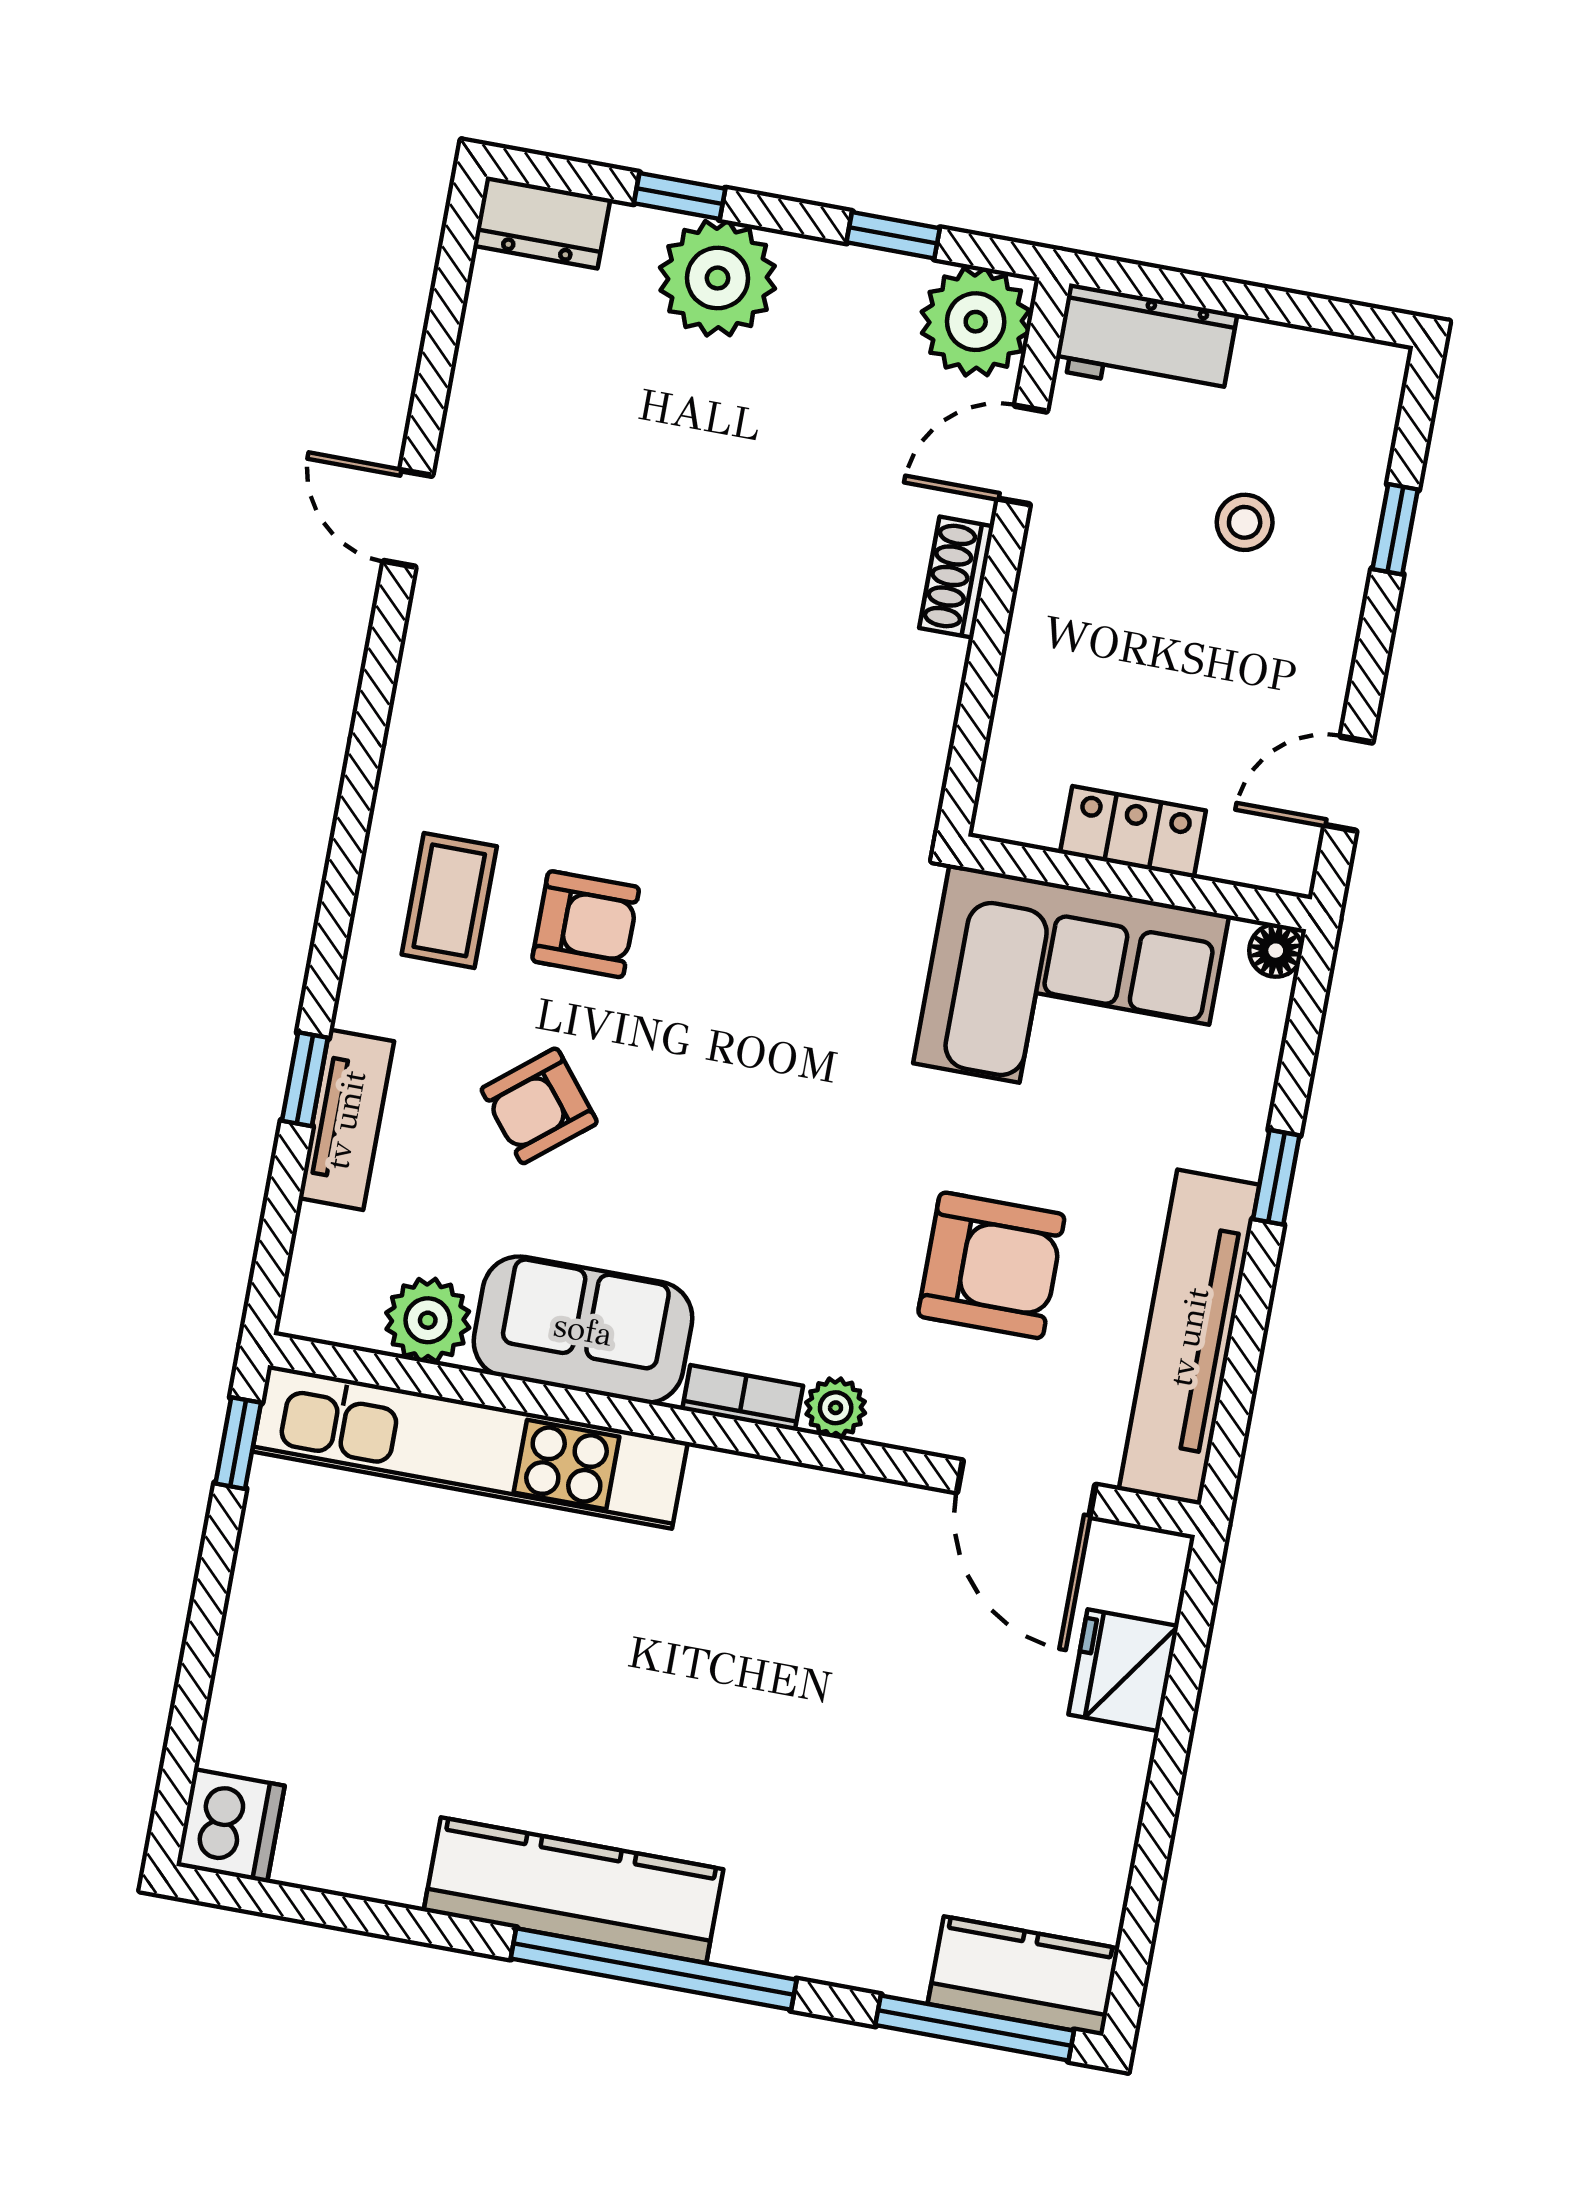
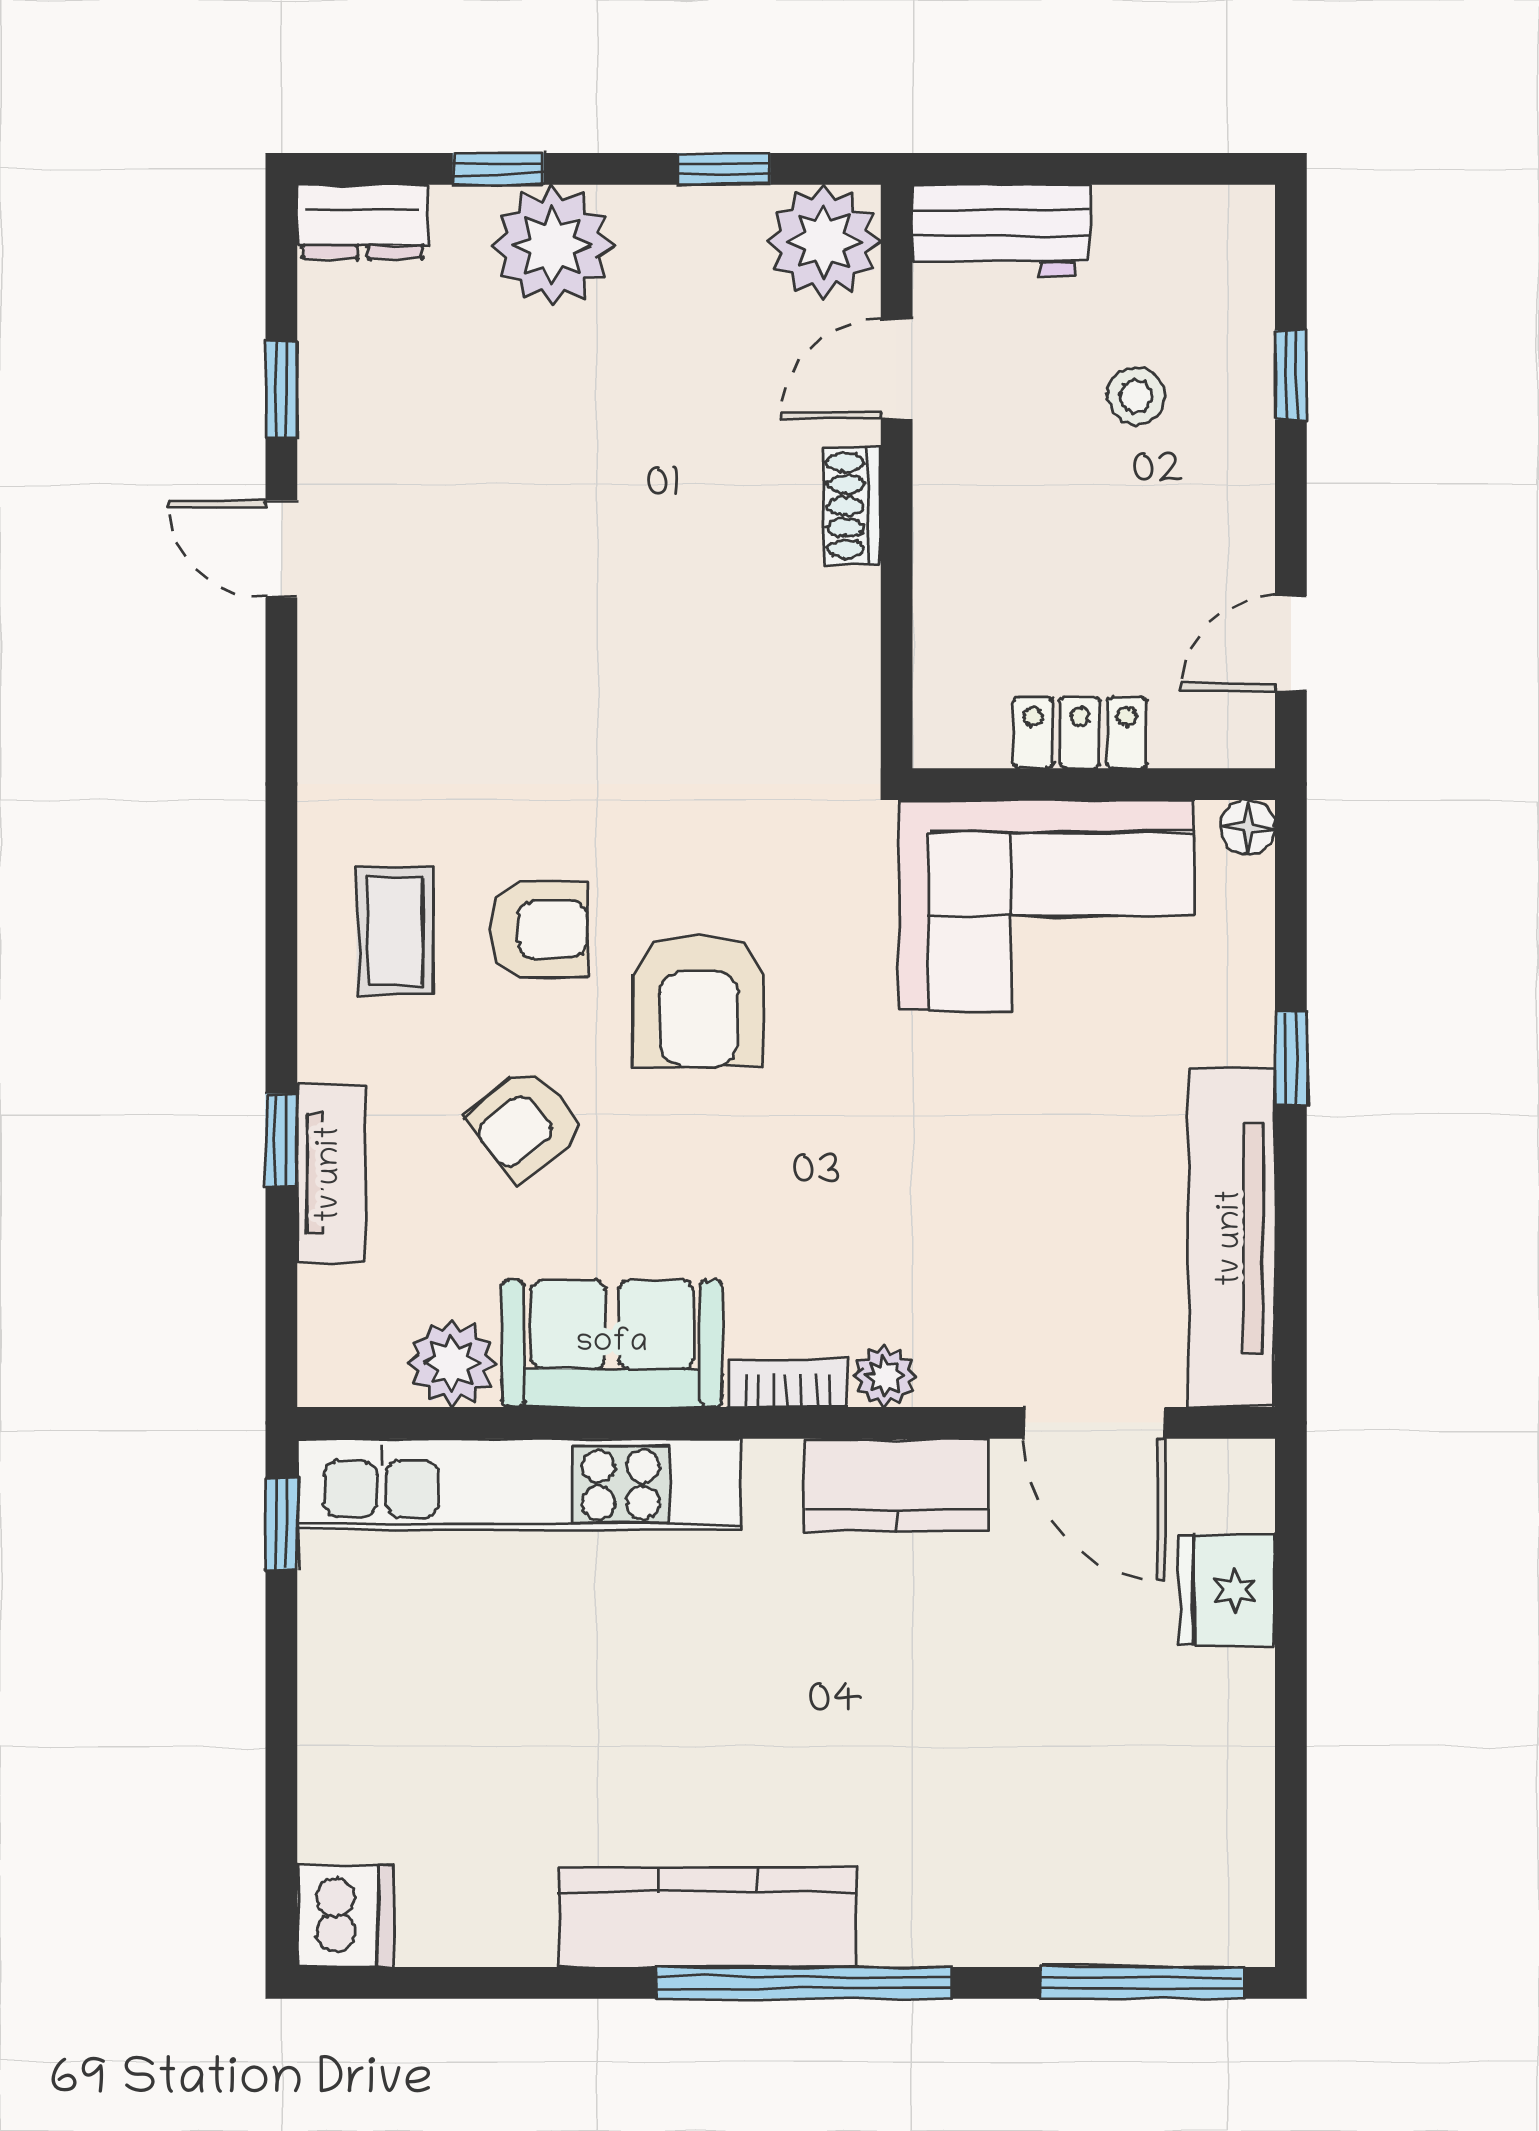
window: (435, 368) -> (281, 390), added
armchair: (991, 1265) -> (698, 1000), moved, turned 90
kitchen counter: (1024, 1976) -> (896, 1485), moved, turned 180

